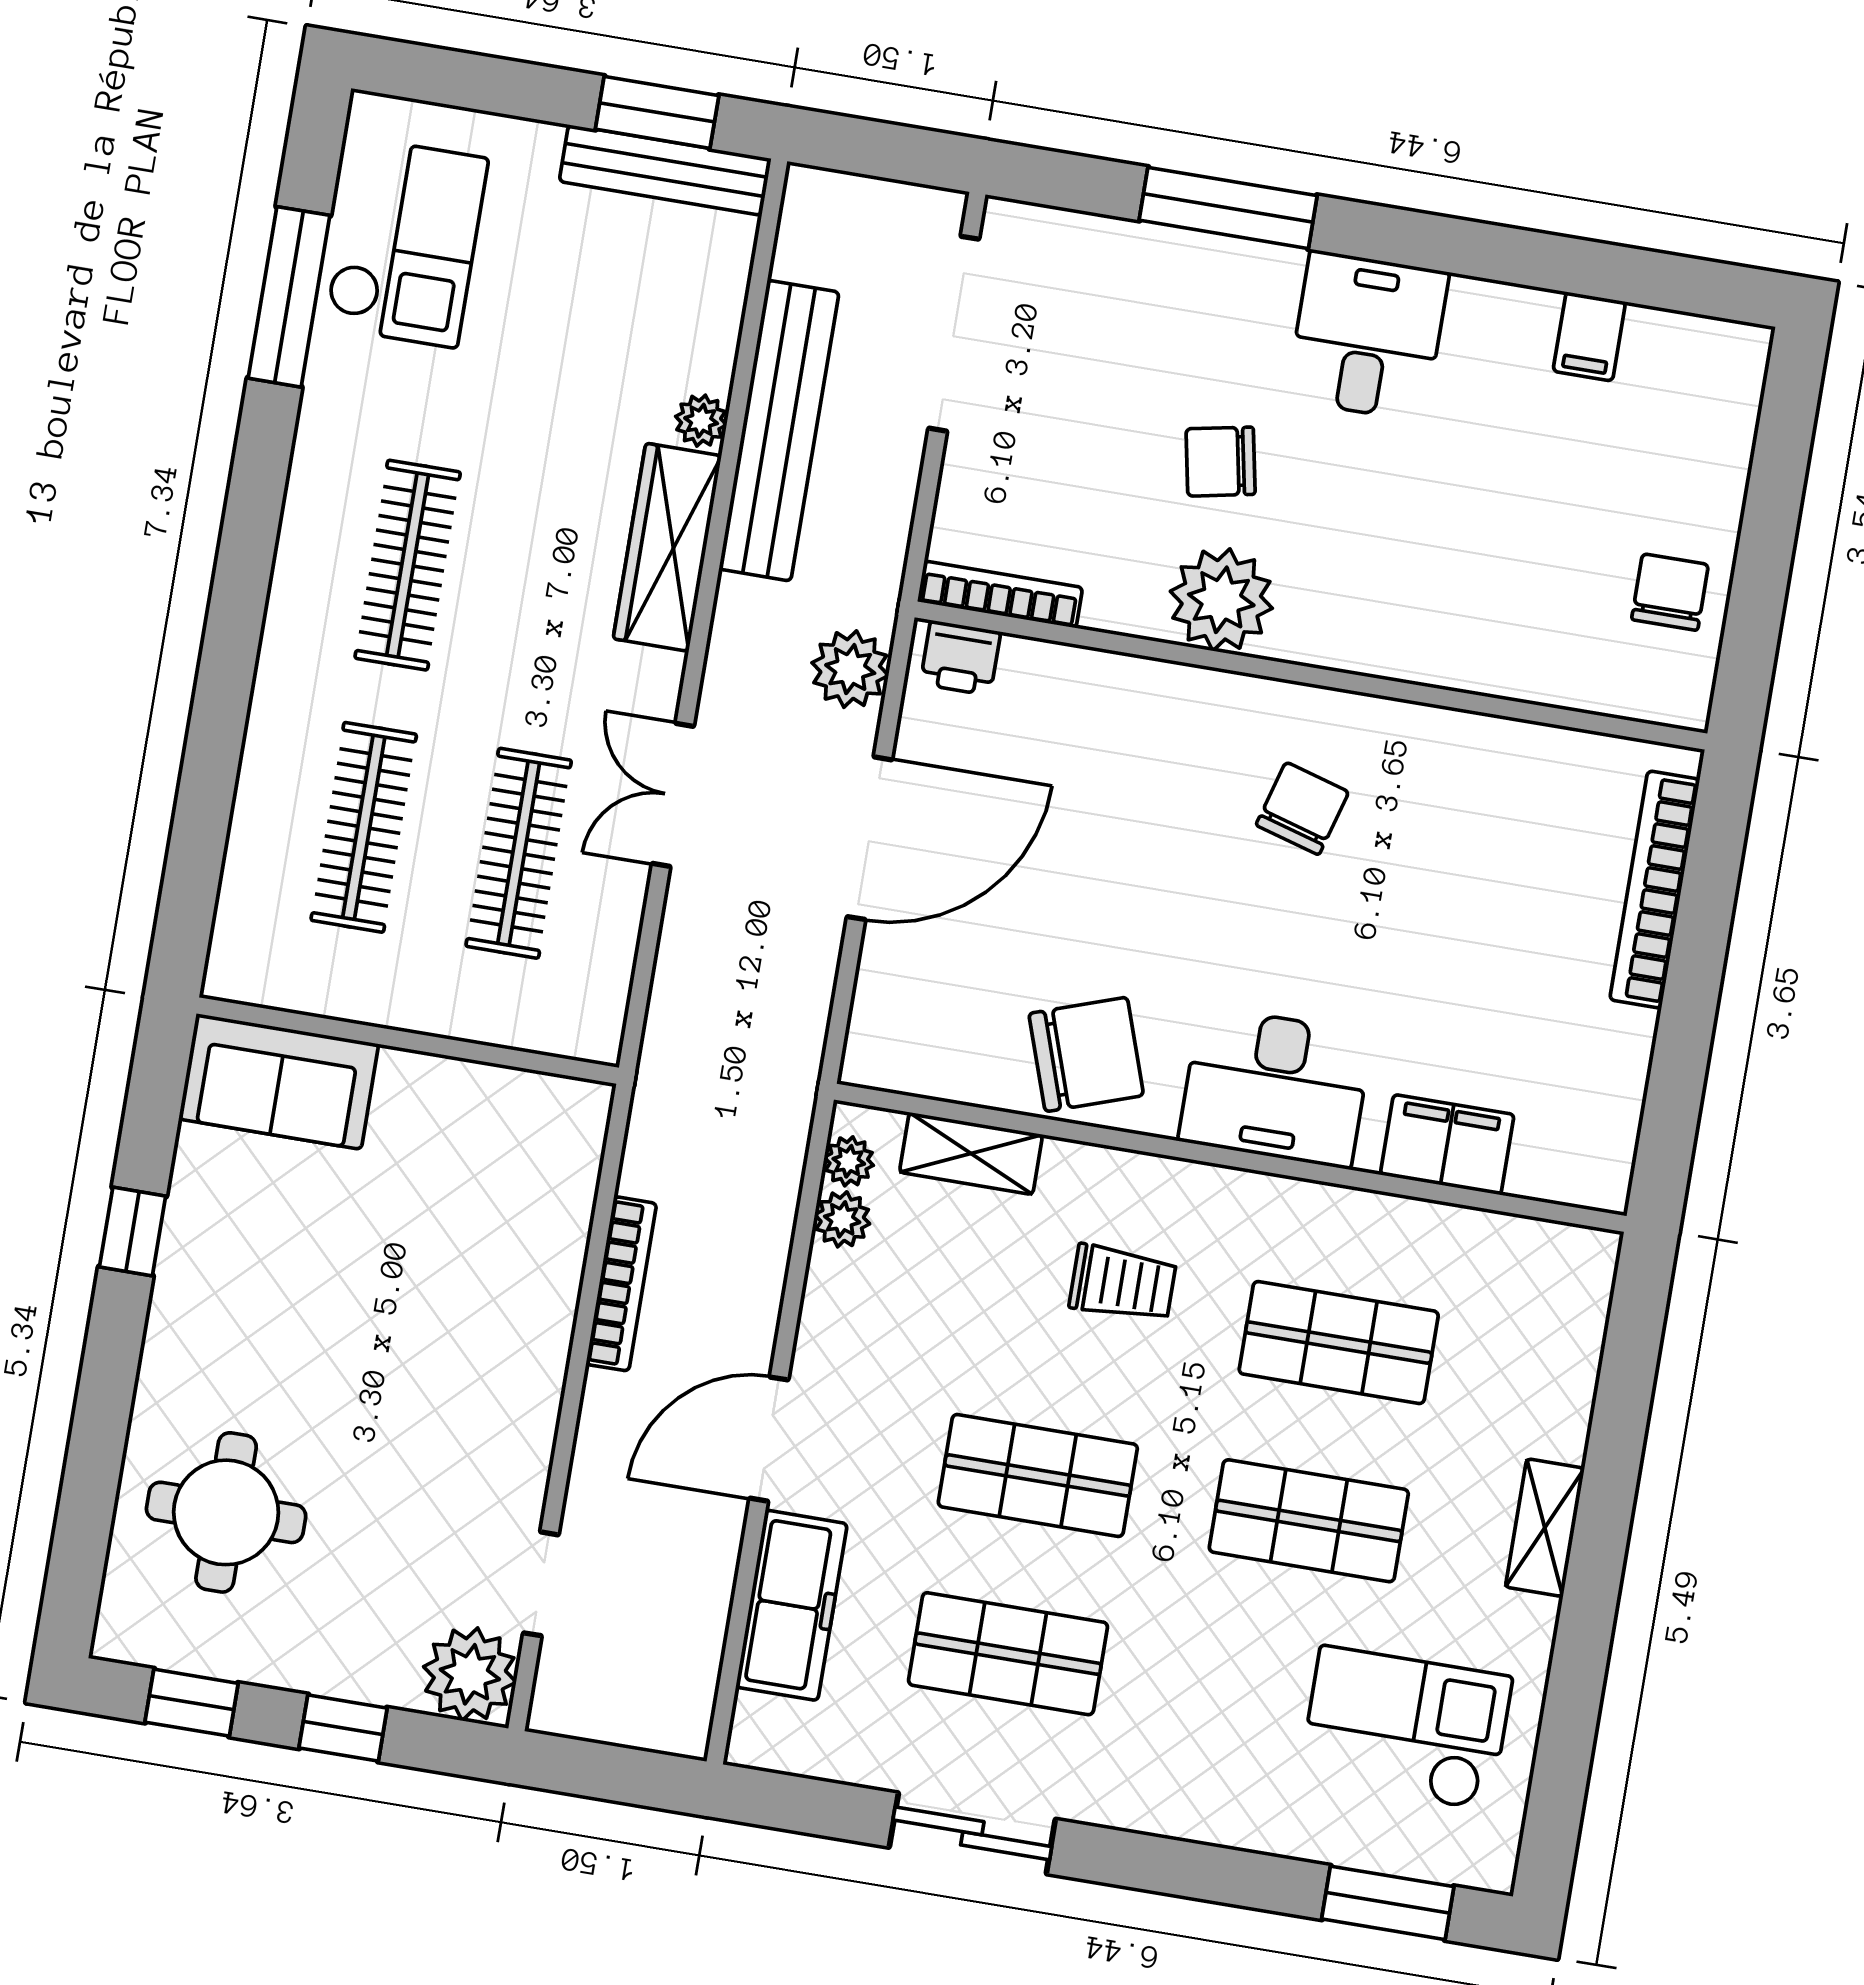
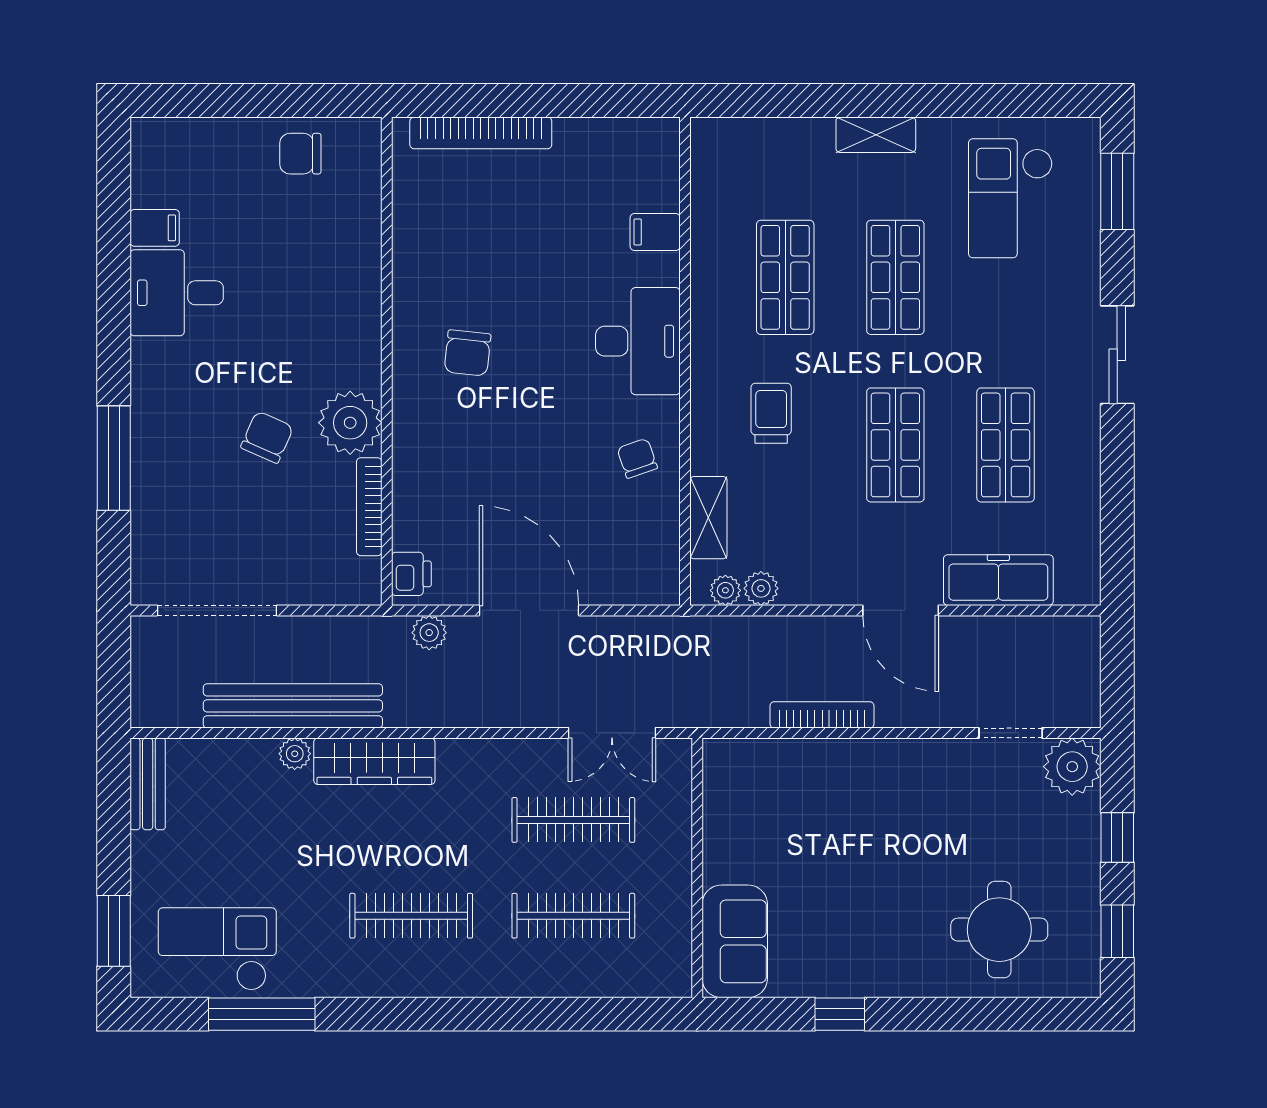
window: (657, 112) -> (114, 931), moved
bench: (665, 170) -> (148, 784), width x0.73
desk: (1368, 336) -> (177, 293), moved
chair: (1221, 462) -> (267, 437), turned -145
bookcase: (1000, 594) -> (369, 507), moved
plant: (850, 669) -> (429, 633), width x0.73, depth x0.73
double door: (673, 795) -> (612, 733), moved
chair: (1302, 808) -> (468, 353), turned -100
chair: (1086, 1054) -> (637, 458), width x0.54, depth x0.54
filing cabinet: (1447, 1145) -> (655, 232), width x0.50
sliding door: (972, 1833) -> (1117, 355), moved

